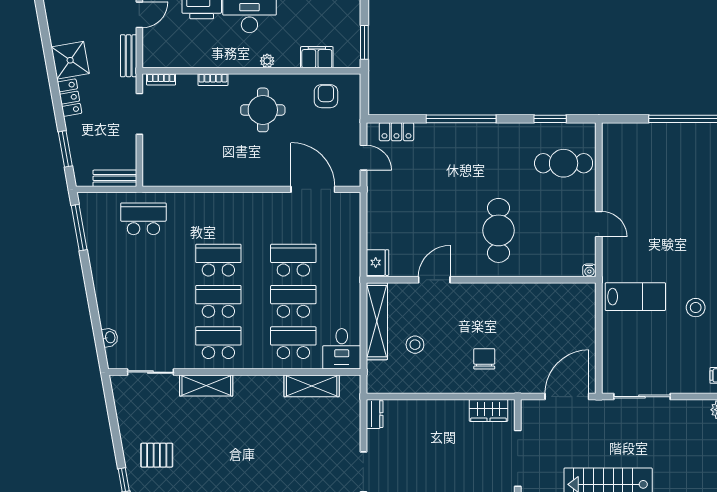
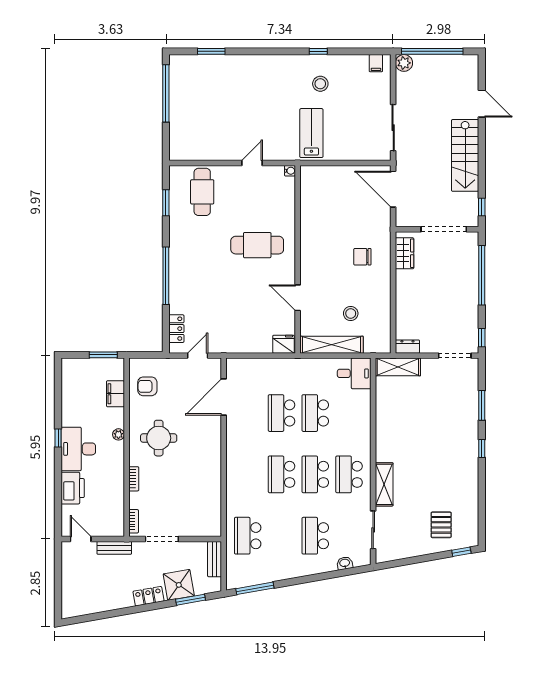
shower: (70, 60) -> (179, 585), moved
school desk: (293, 343) -> (315, 536), moved
shelving: (312, 386) -> (398, 367), moved, turned 90

